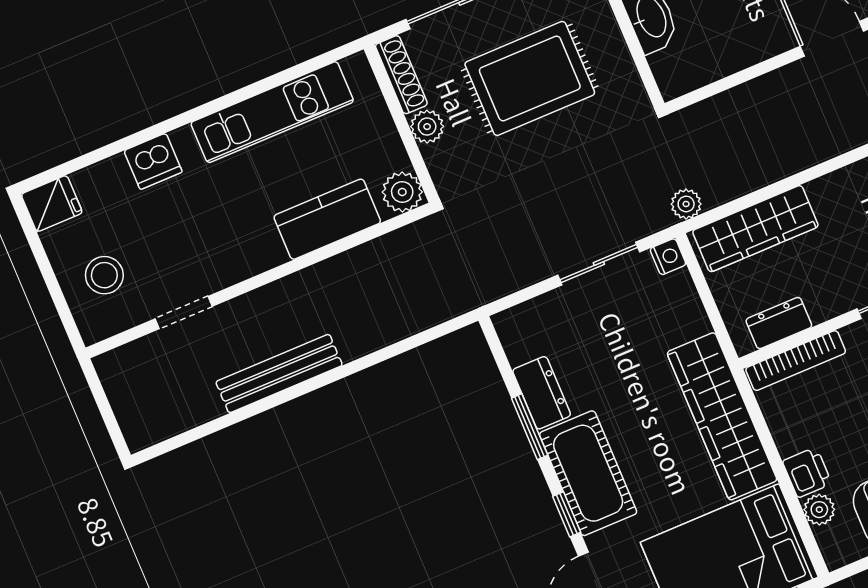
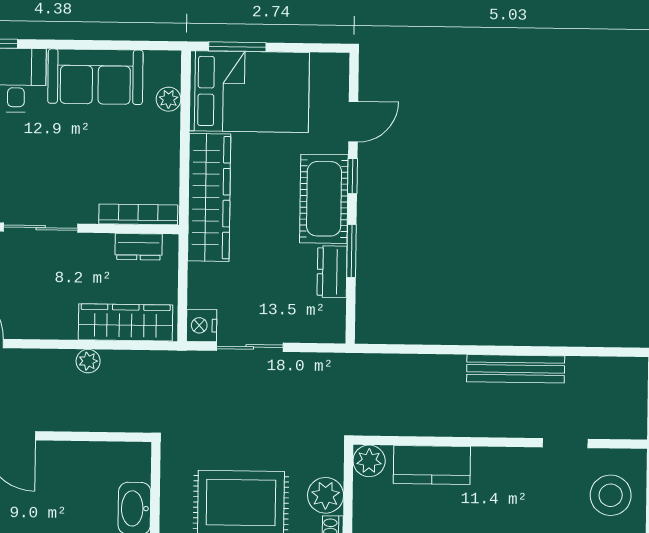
plant: (427, 127) -> (326, 495), width x1.38, depth x1.38
plant: (686, 204) -> (88, 361), moved
nightstand: (668, 257) -> (202, 325), width x1.39, depth x1.35
stool: (104, 275) -> (611, 495), width x1.38, depth x1.38
printer: (807, 472) -> (166, 130), removed

